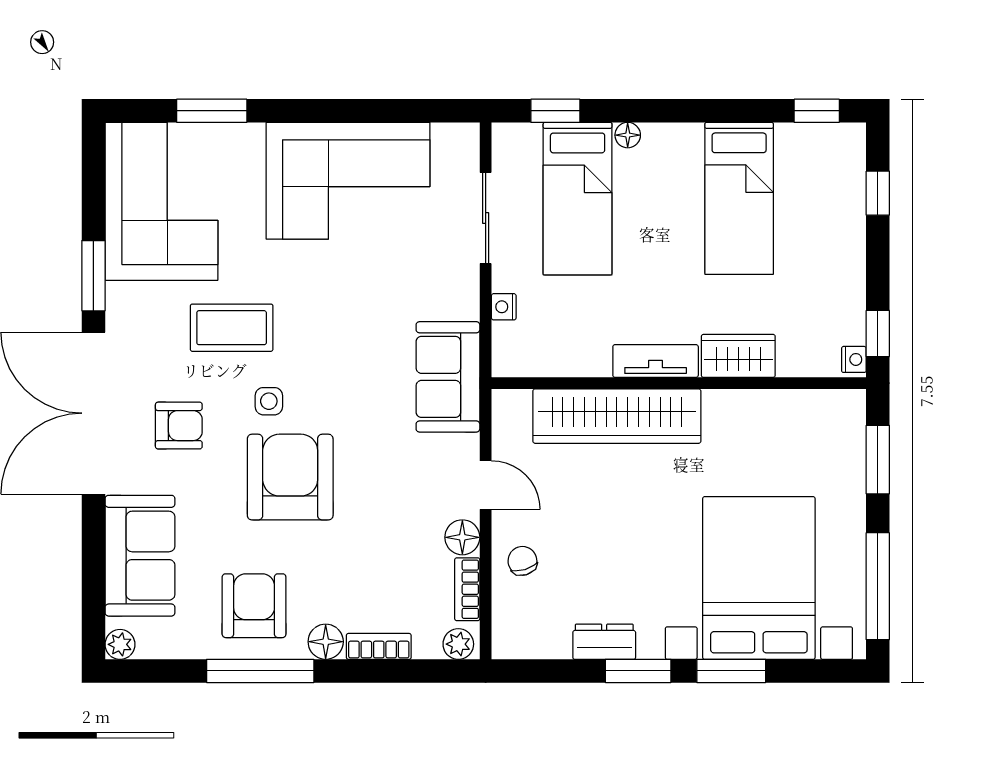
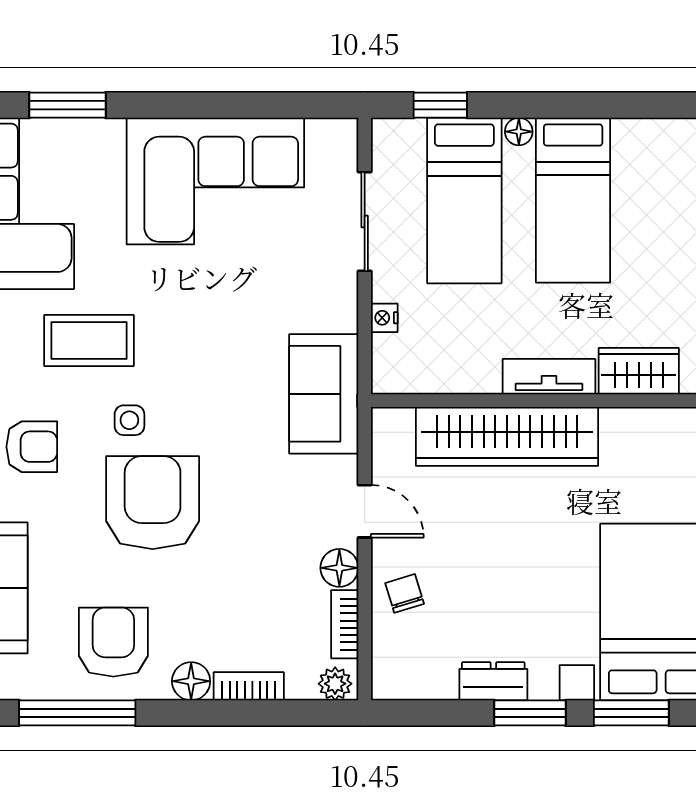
bed: (739, 198) -> (573, 200), moved
window: (260, 671) -> (77, 713), moved

